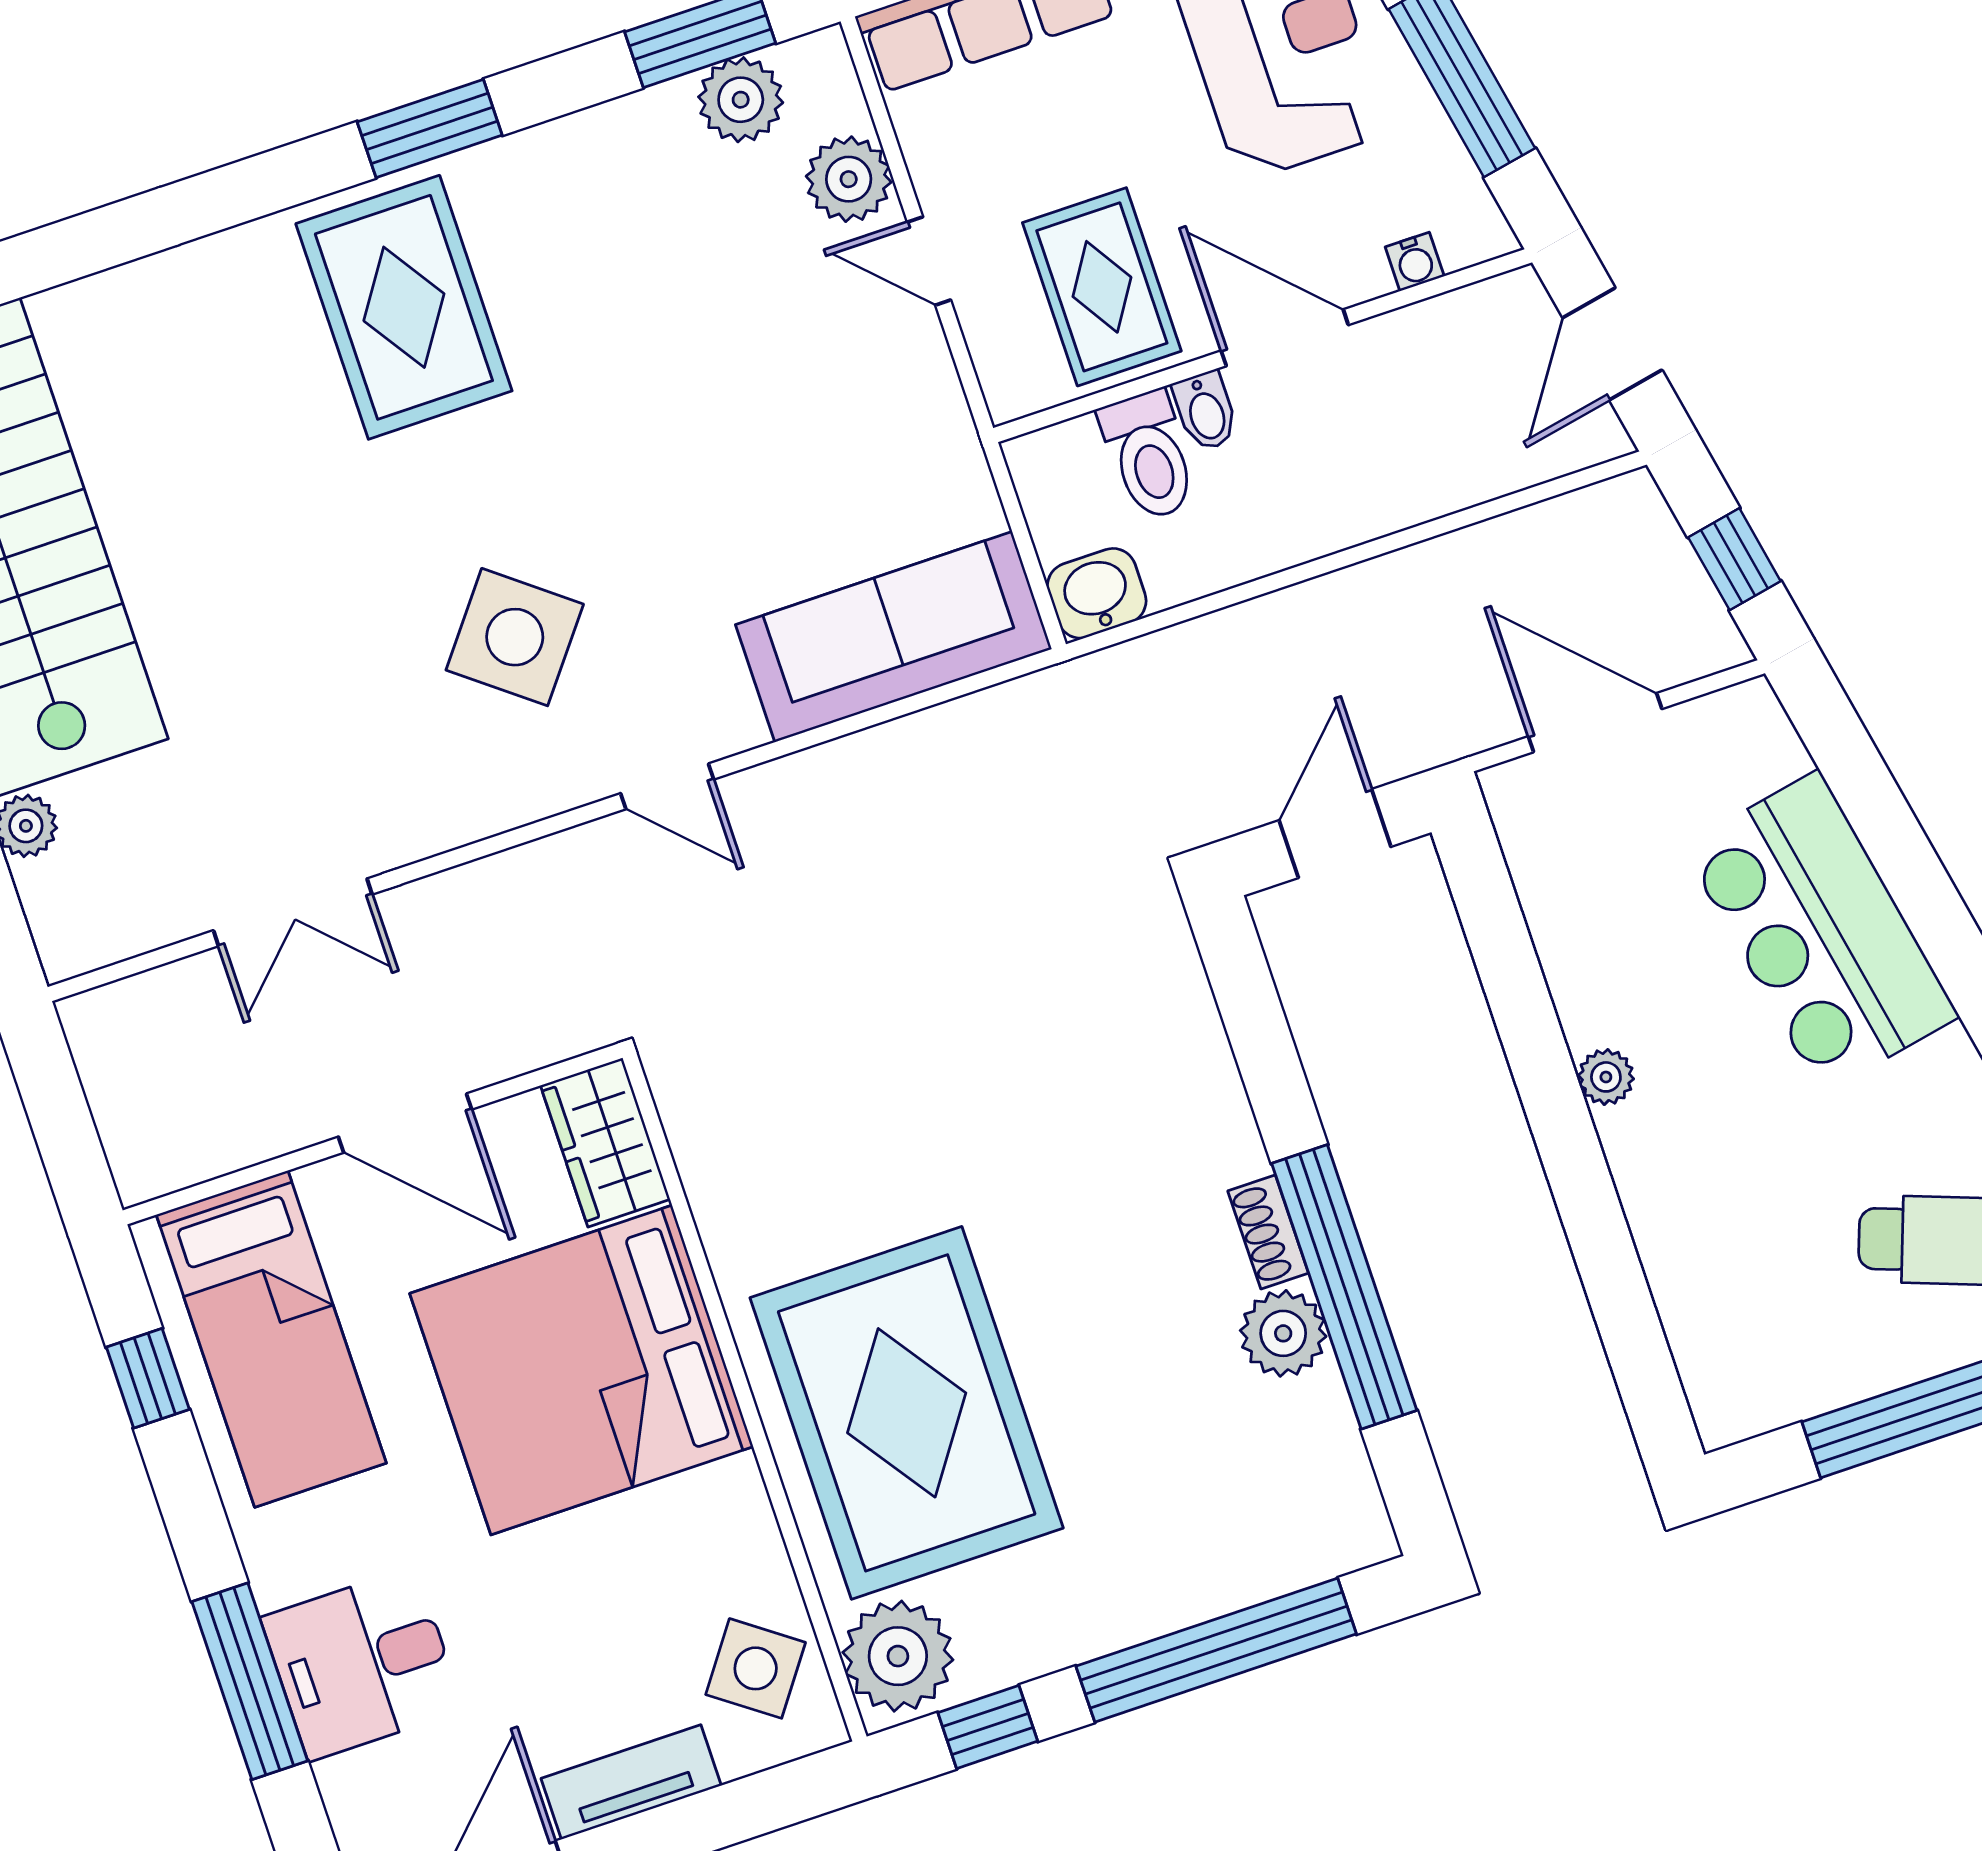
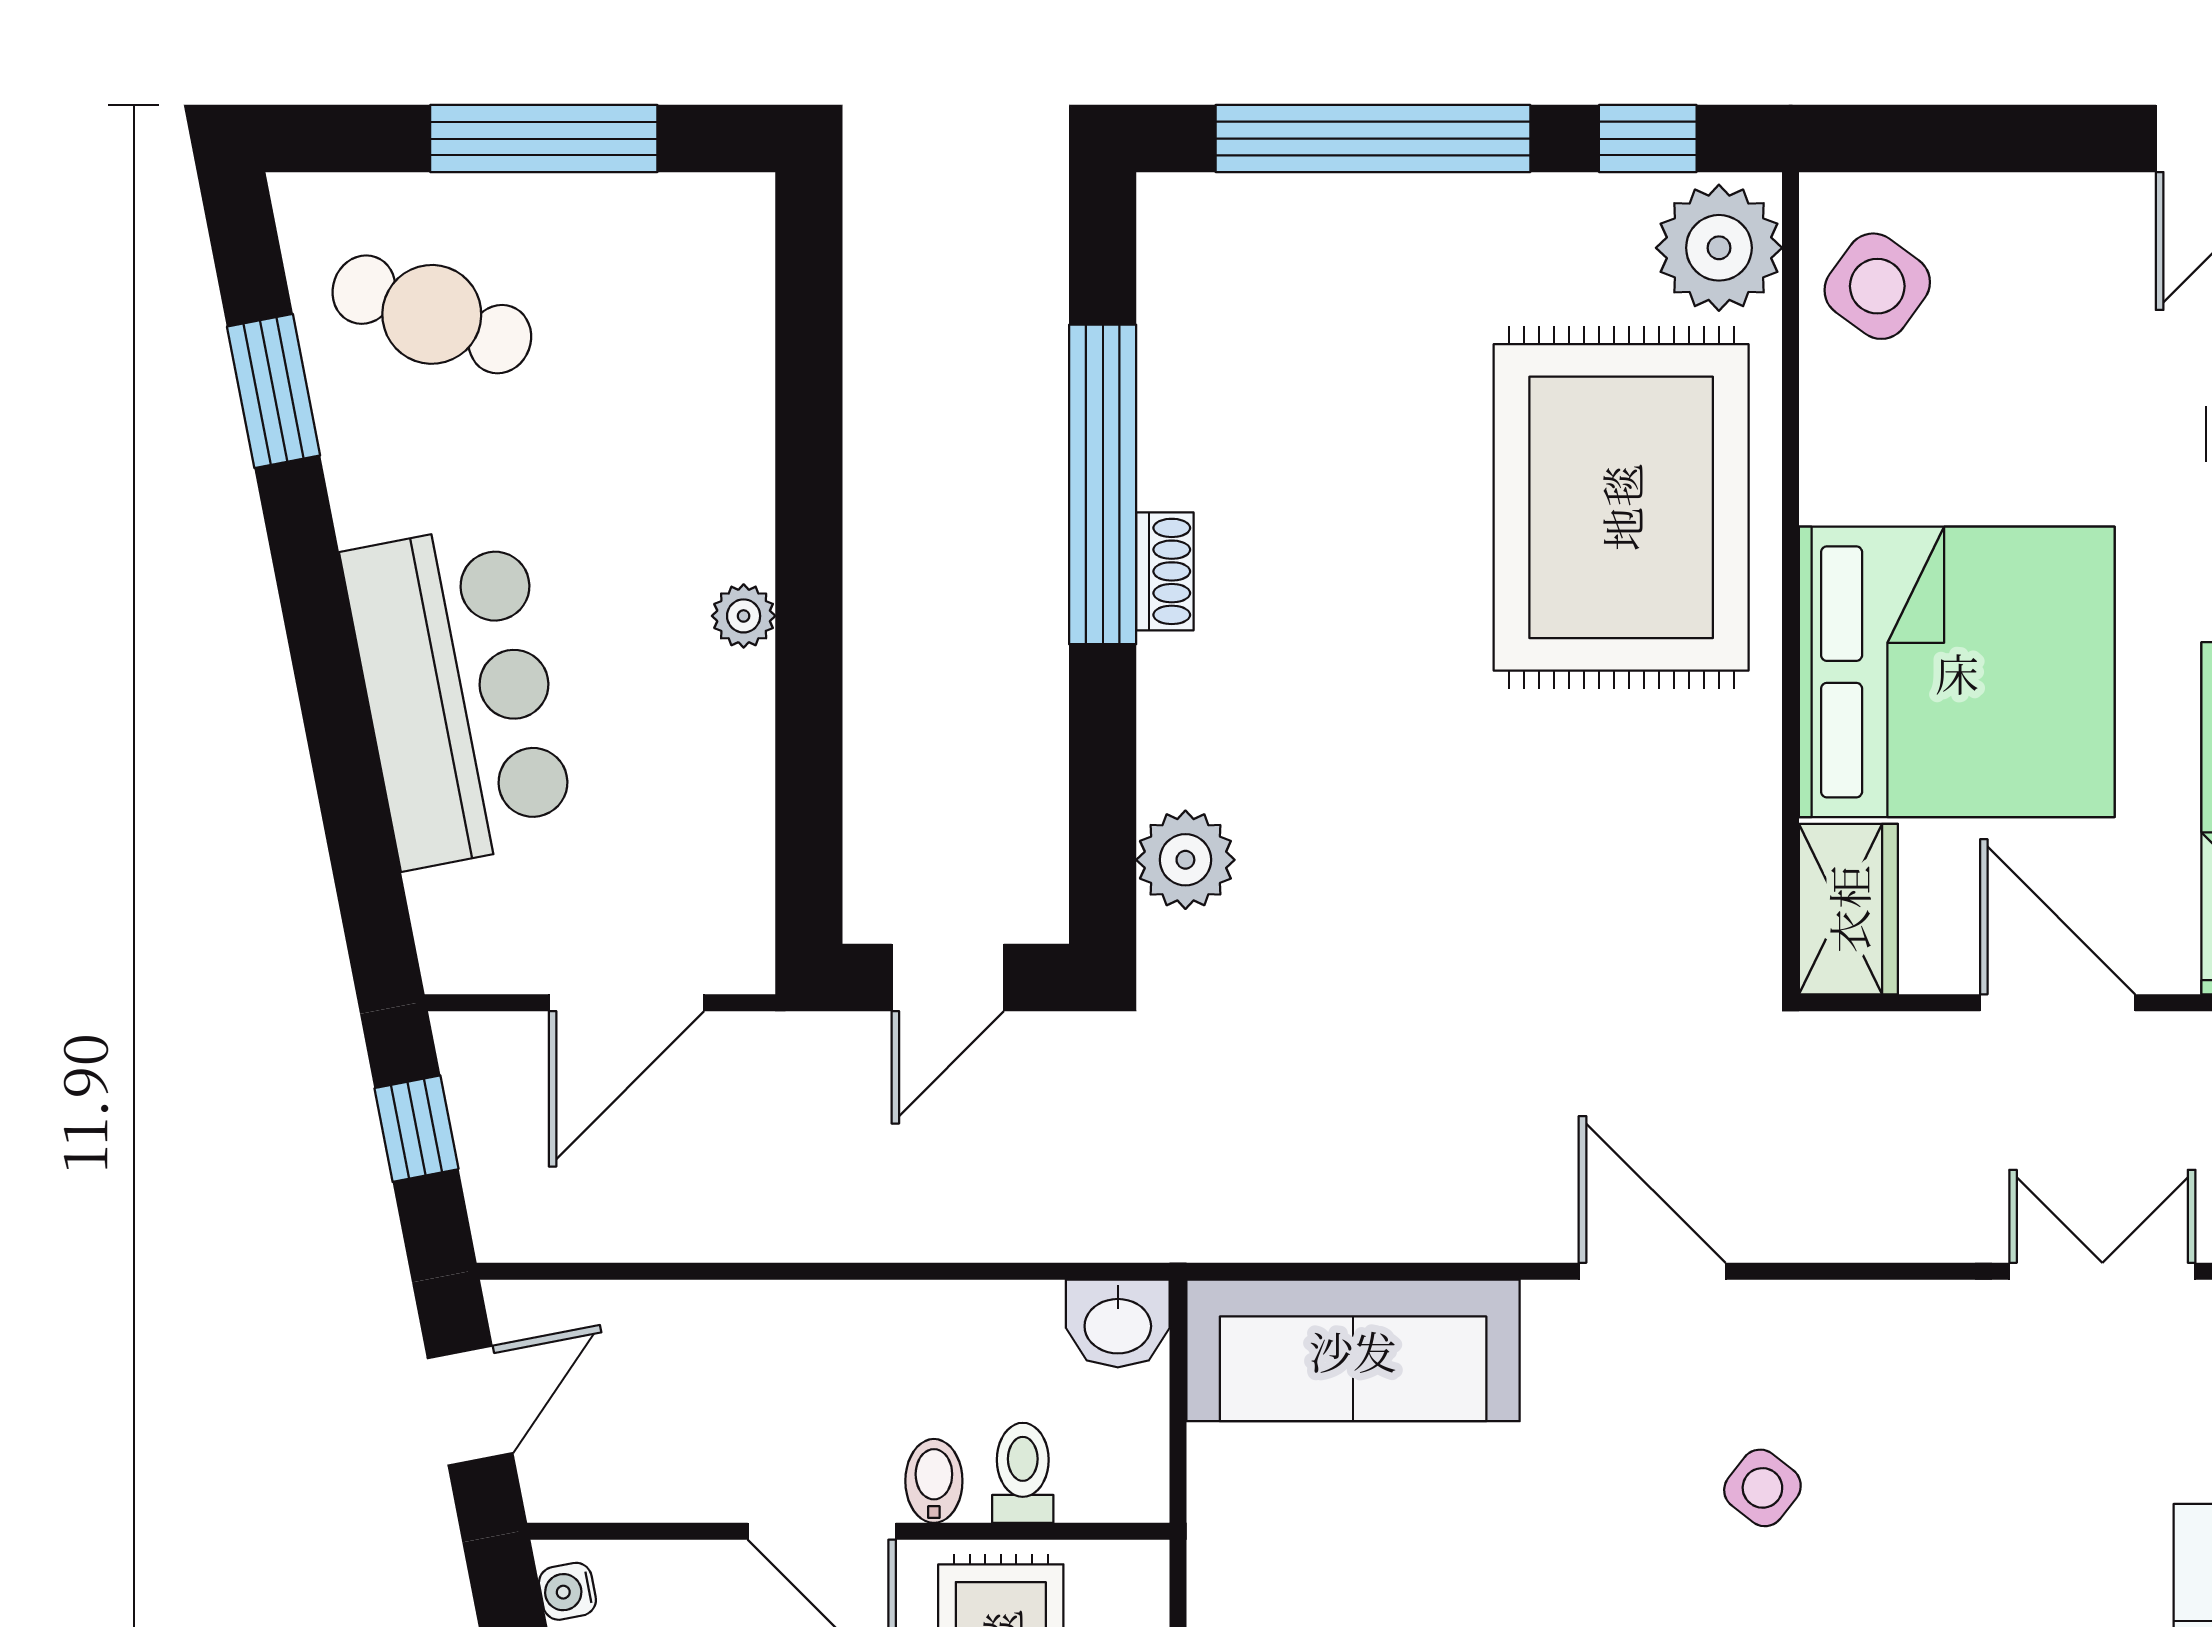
water cooler: (1415, 262) -> (567, 1591), moved, turned -101
toilet: (1149, 455) -> (1023, 1473), width x0.73, depth x0.72
side table: (515, 637) -> (1762, 1488), width x0.54, depth x0.54
door: (1595, 723) -> (626, 1003), hinge flipped
door: (667, 786) -> (1652, 1271), width x1.37
plant: (1283, 1333) -> (1185, 860), moved
tv unit: (631, 1782) -> (2053, 209), removed

